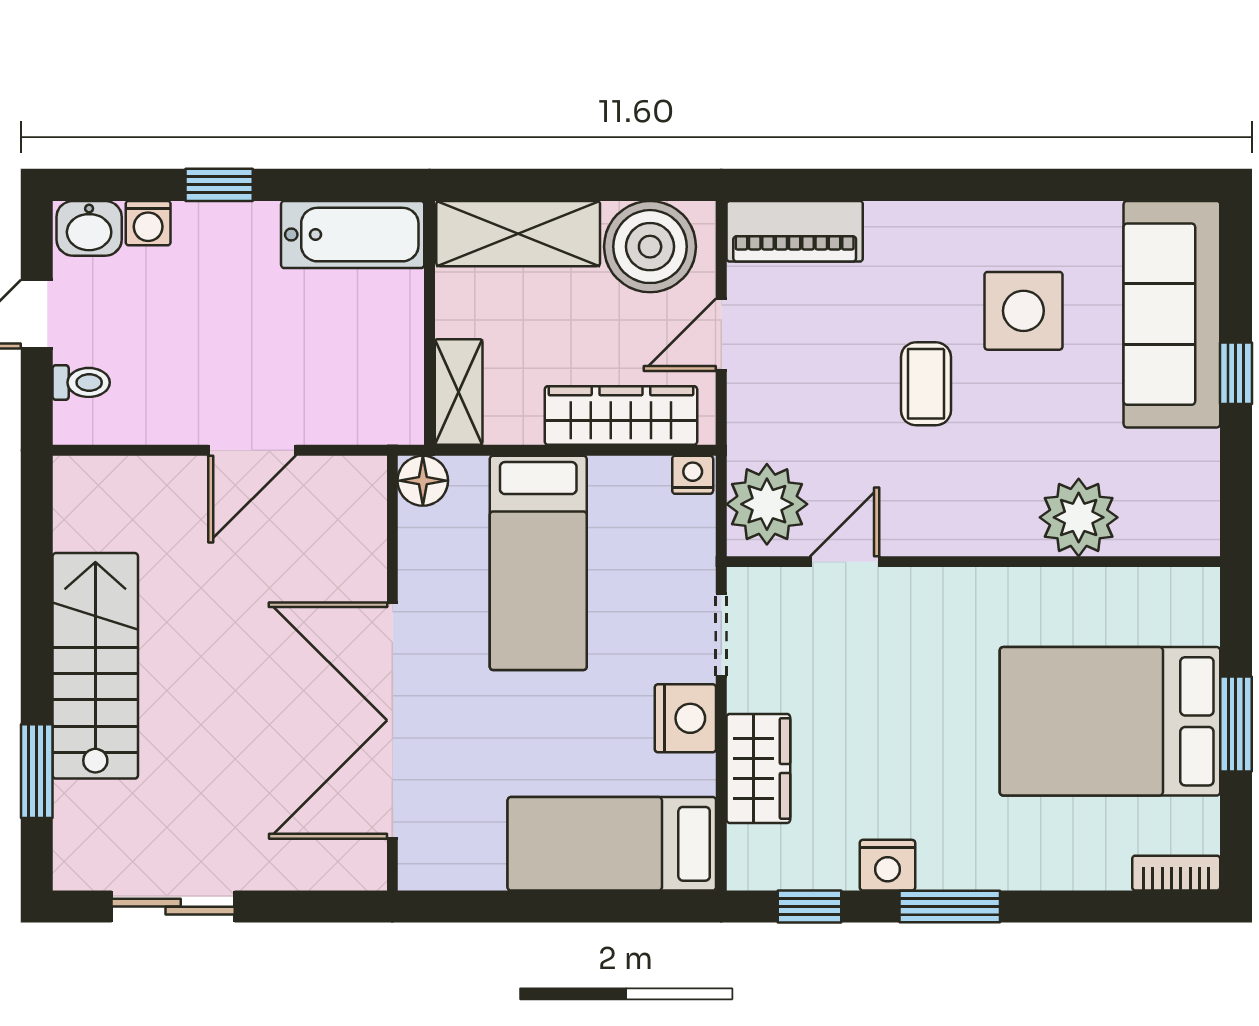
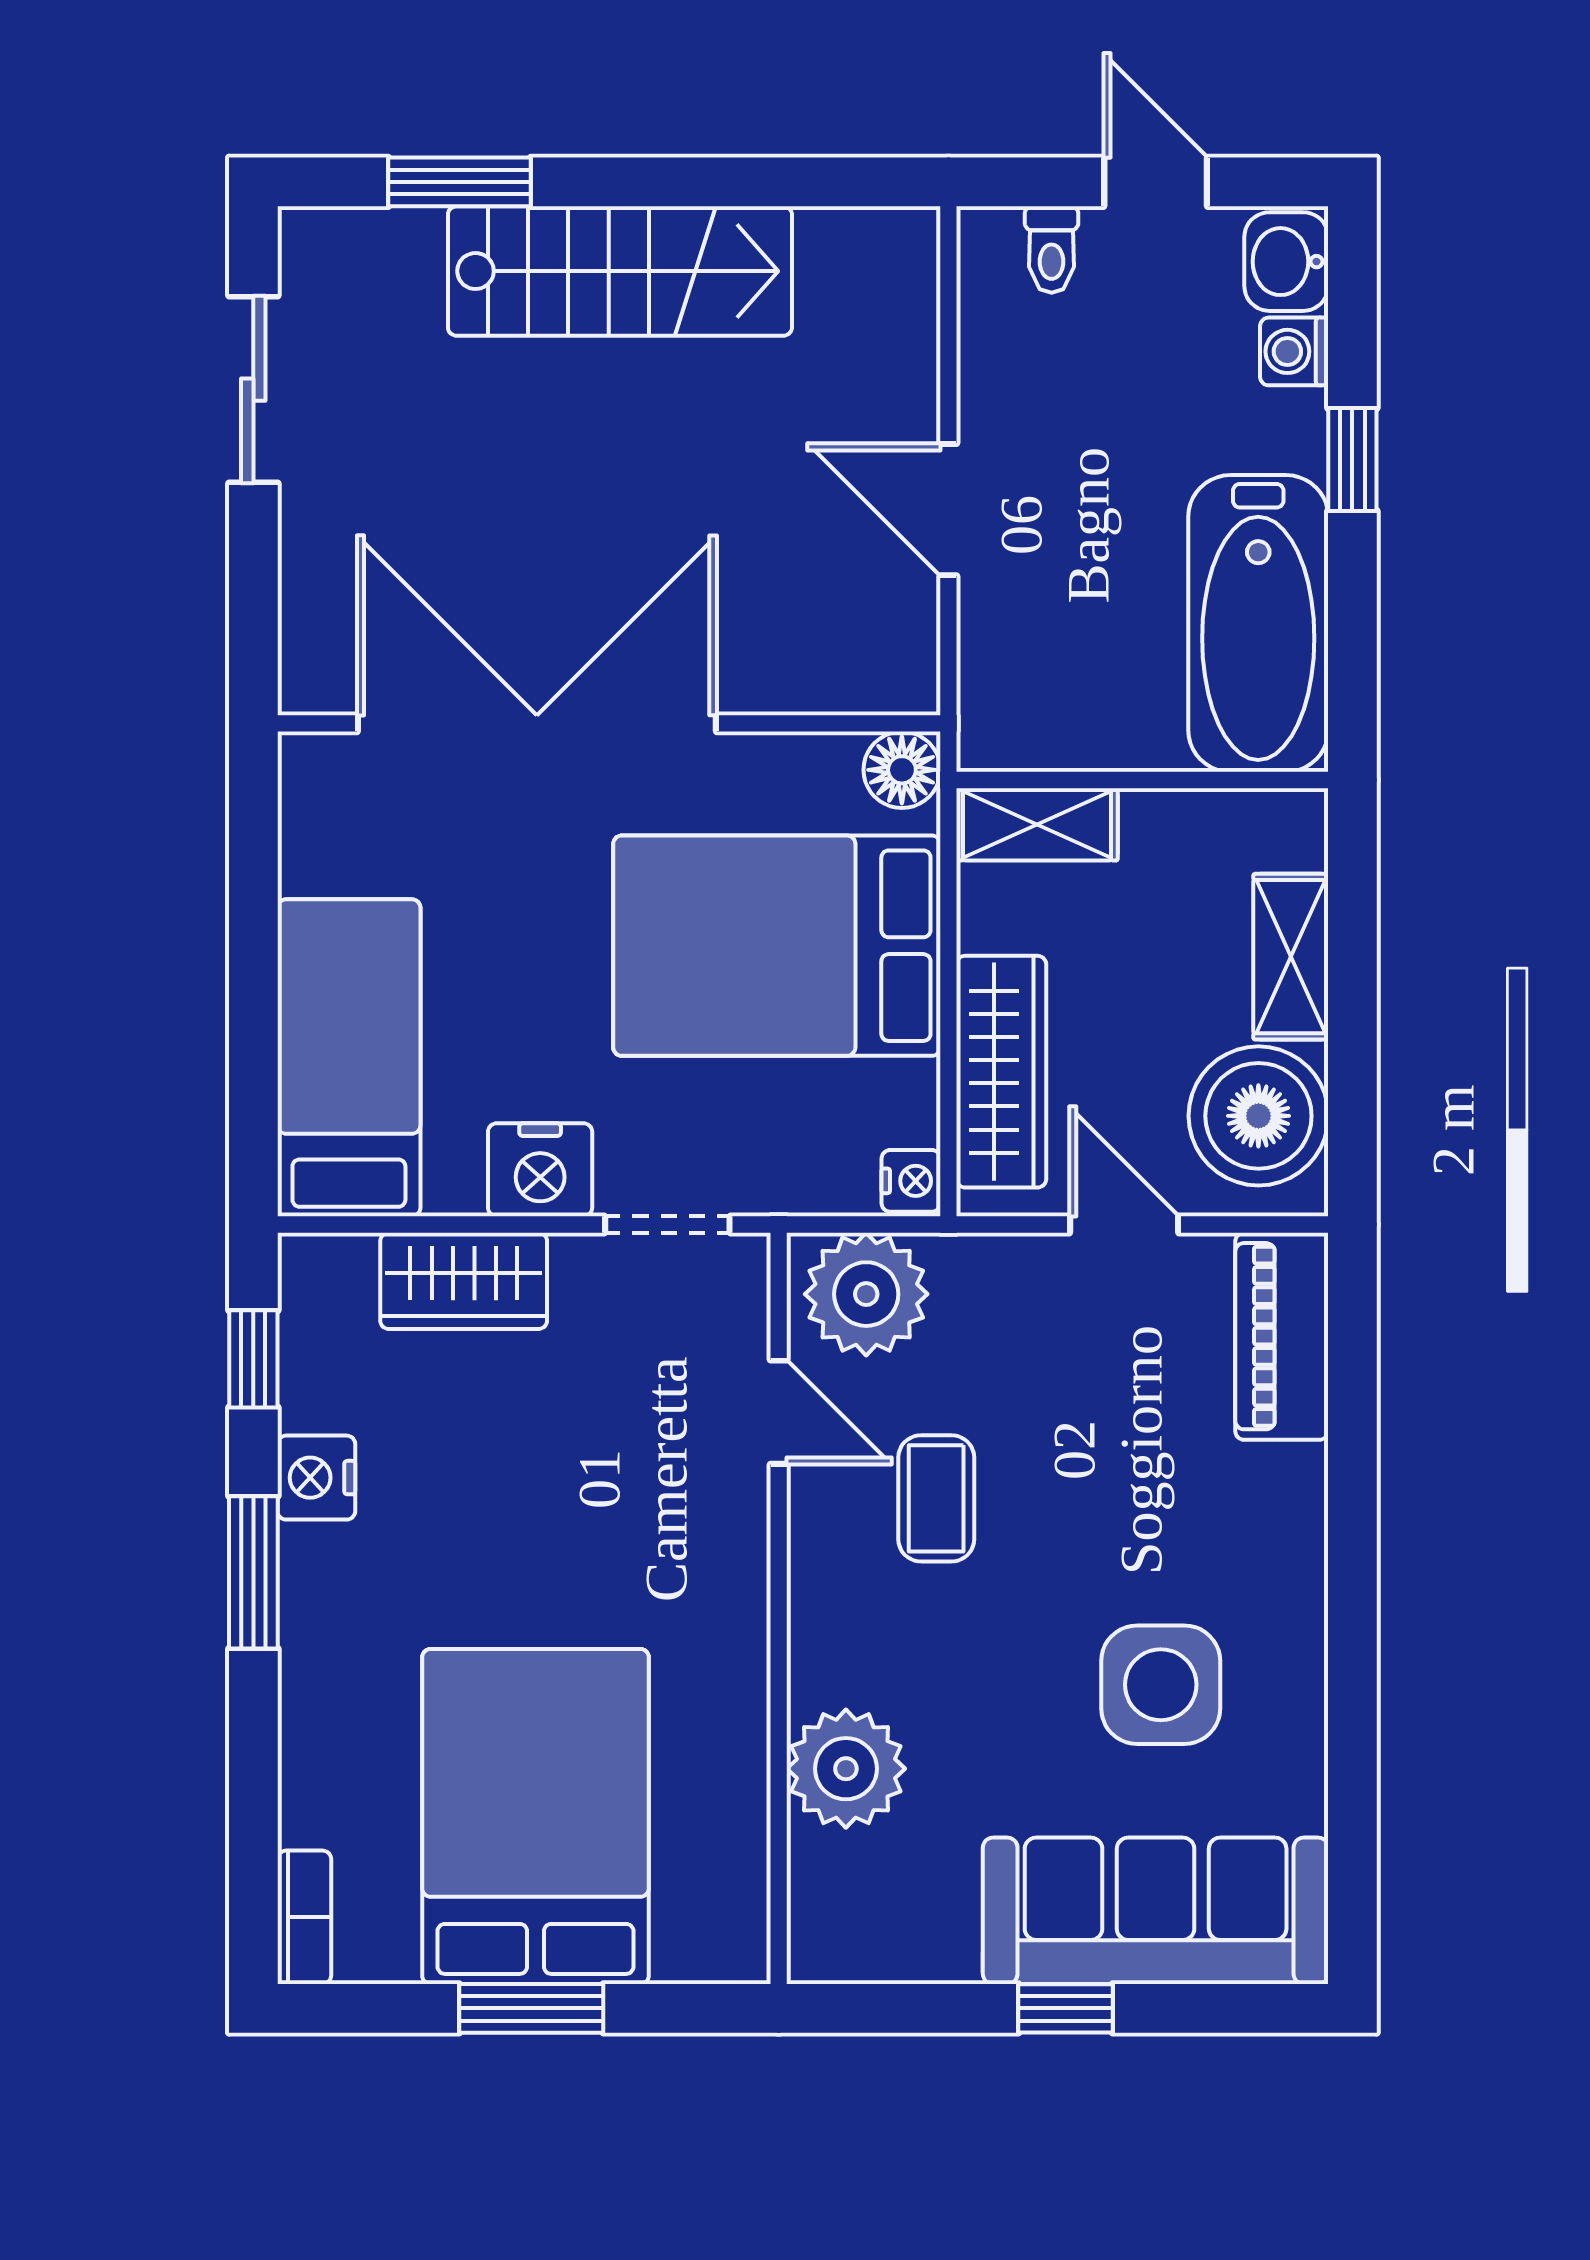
shelving: (518, 234) -> (1291, 957), width x0.67, depth x0.75
bathtub: (353, 235) -> (1258, 623), width x1.36, depth x1.36
coffee table: (926, 384) -> (936, 1498), moved, turned 90
bed: (538, 563) -> (777, 946), width x1.50

